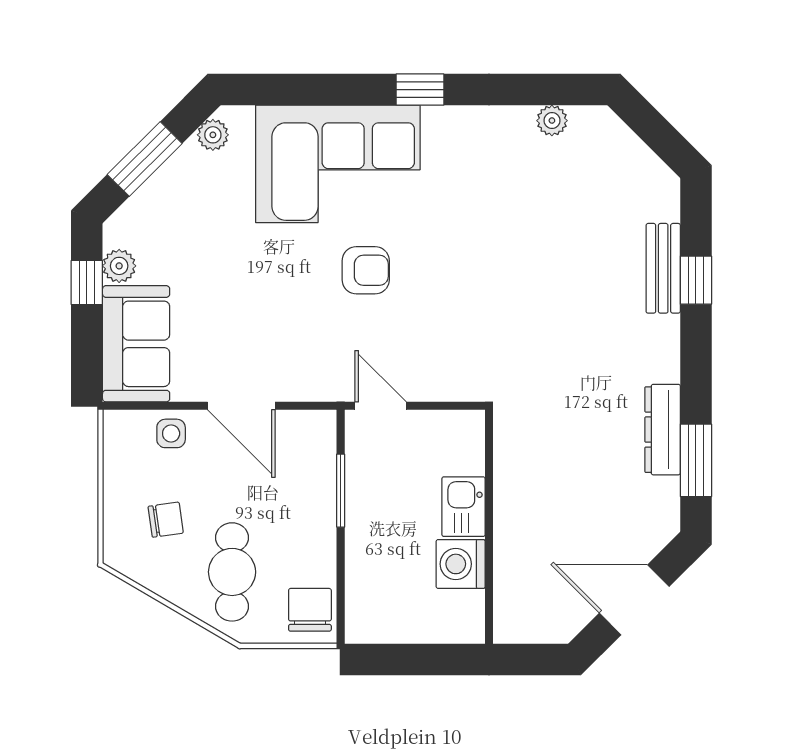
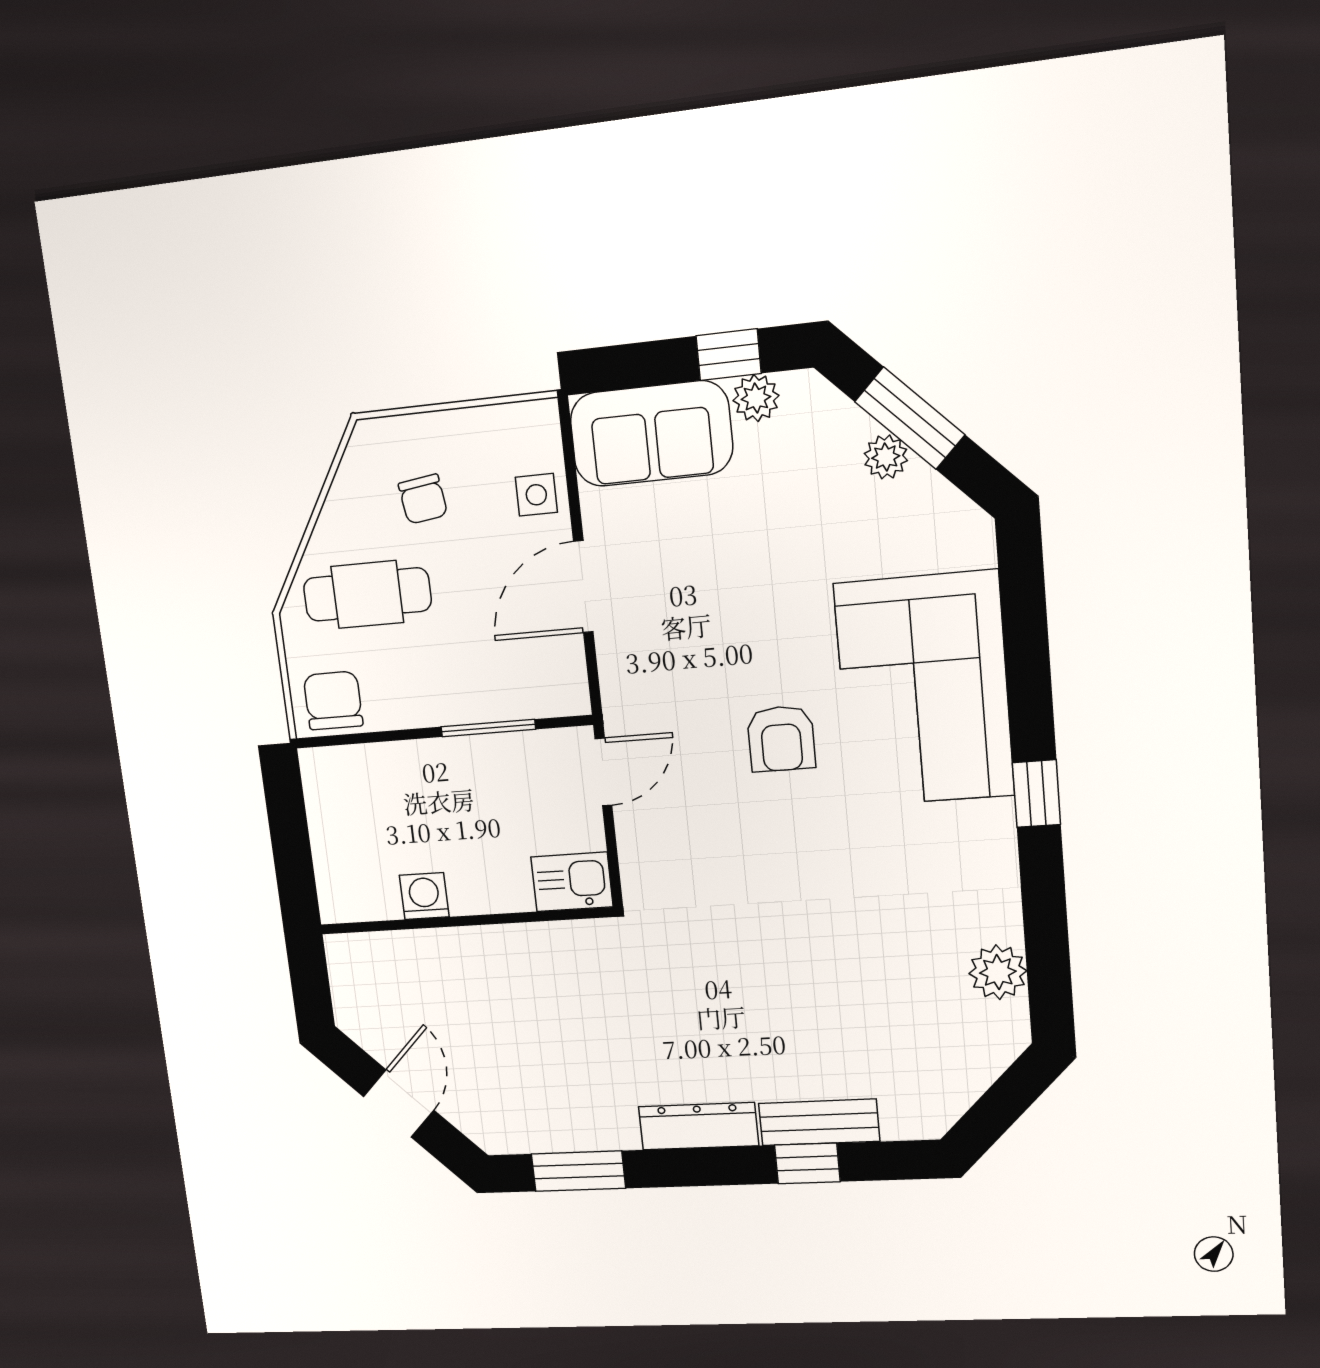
plant: (552, 121) -> (998, 972), width x1.38, depth x1.38
plant: (213, 135) -> (886, 457), moved
dresser: (663, 430) -> (699, 1126), moved
kitchen sink: (464, 507) -> (572, 882), moved
washing machine: (461, 564) -> (424, 896), width x0.73, depth x0.73
door: (634, 600) -> (399, 1103), width x0.73
chair: (310, 610) -> (333, 700), turned -90

